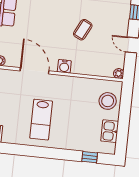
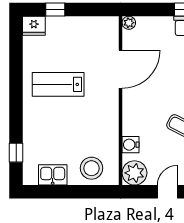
water cooler: (64, 66) -> (130, 145), moved
plant: (119, 73) -> (134, 173), width x1.87, depth x1.87

